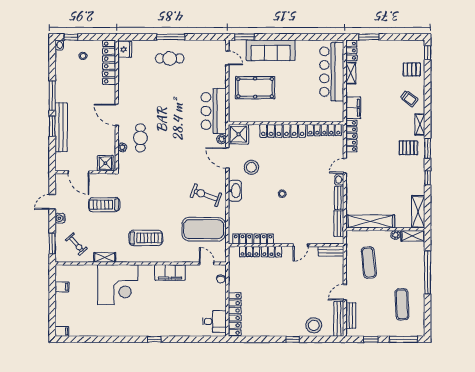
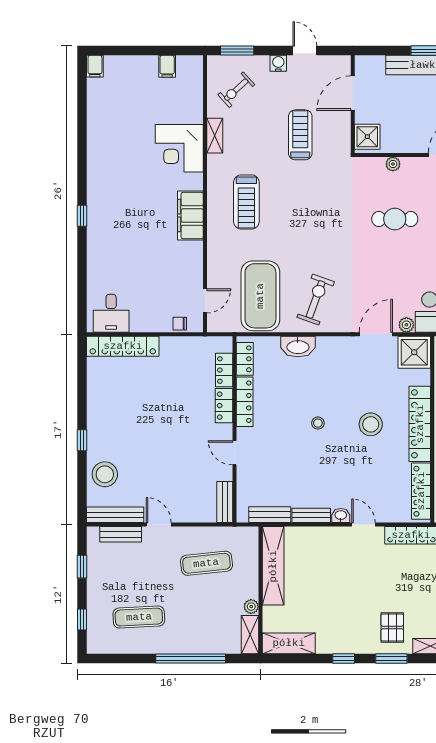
cafe table: (140, 138) -> (395, 219), moved
stool: (251, 167) -> (371, 424), moved
washbasin: (235, 191) -> (298, 347), moved
locker: (264, 239) -> (245, 402), width x1.53
filing cabinet: (170, 272) -> (190, 216), moved
corner desk: (118, 285) -> (179, 148), width x0.74, depth x0.74
window: (403, 339) -> (82, 620), width x0.46

